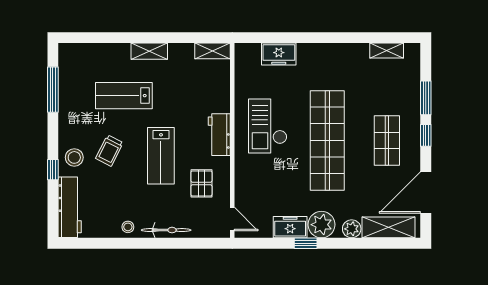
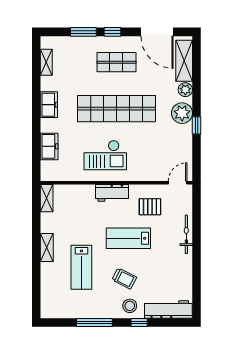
window: (53, 90) -> (94, 323), moved
lab bench: (161, 156) -> (128, 238), turned 180
stool: (128, 227) -> (184, 264), removed
freezer: (290, 227) -> (49, 105), moved, turned 180

